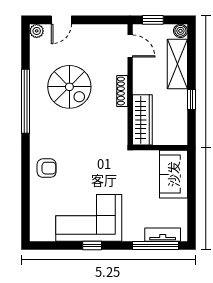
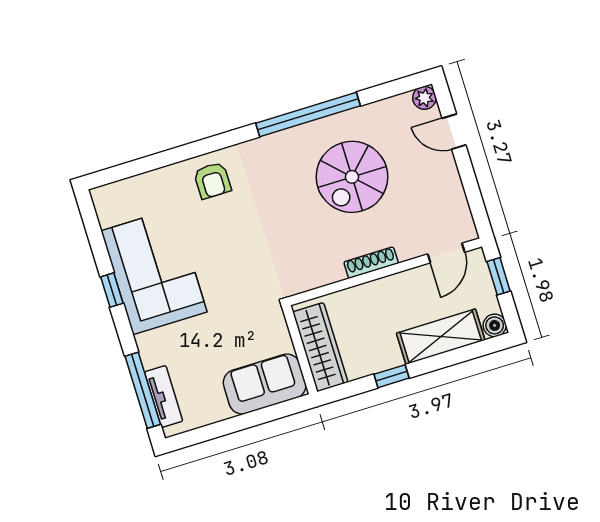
wardrobe: (142, 120) -> (320, 347), moved, turned -90

